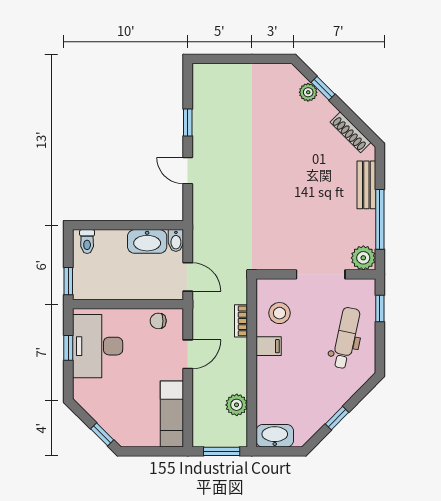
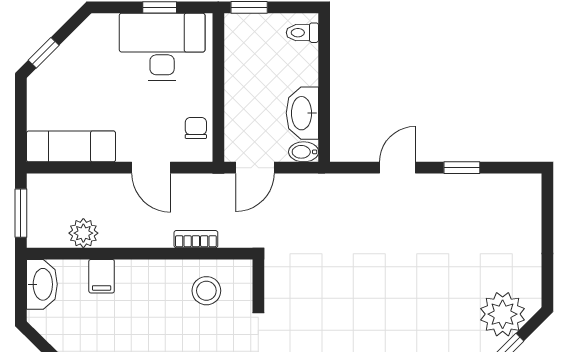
plant: (308, 92) -> (503, 314), width x1.88, depth x1.88
filing cabinet: (269, 346) -> (102, 276), moved

